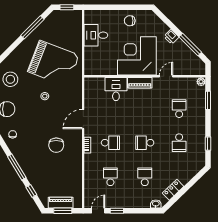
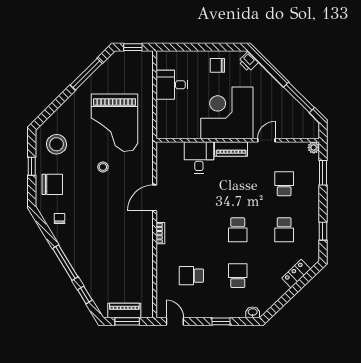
printer: (171, 37) -> (248, 62), moved
grand piano: (53, 63) -> (115, 123), turned 69
school desk: (110, 143) -> (191, 230), removed
school desk: (145, 143) -> (238, 230), turned -90
chair: (56, 145) -> (118, 233), removed
school desk: (110, 177) -> (191, 276), turned -90
locker: (173, 190) -> (296, 274), moved
door: (98, 211) -> (175, 321), hinge flipped
window: (117, 211) -> (221, 321), moved

